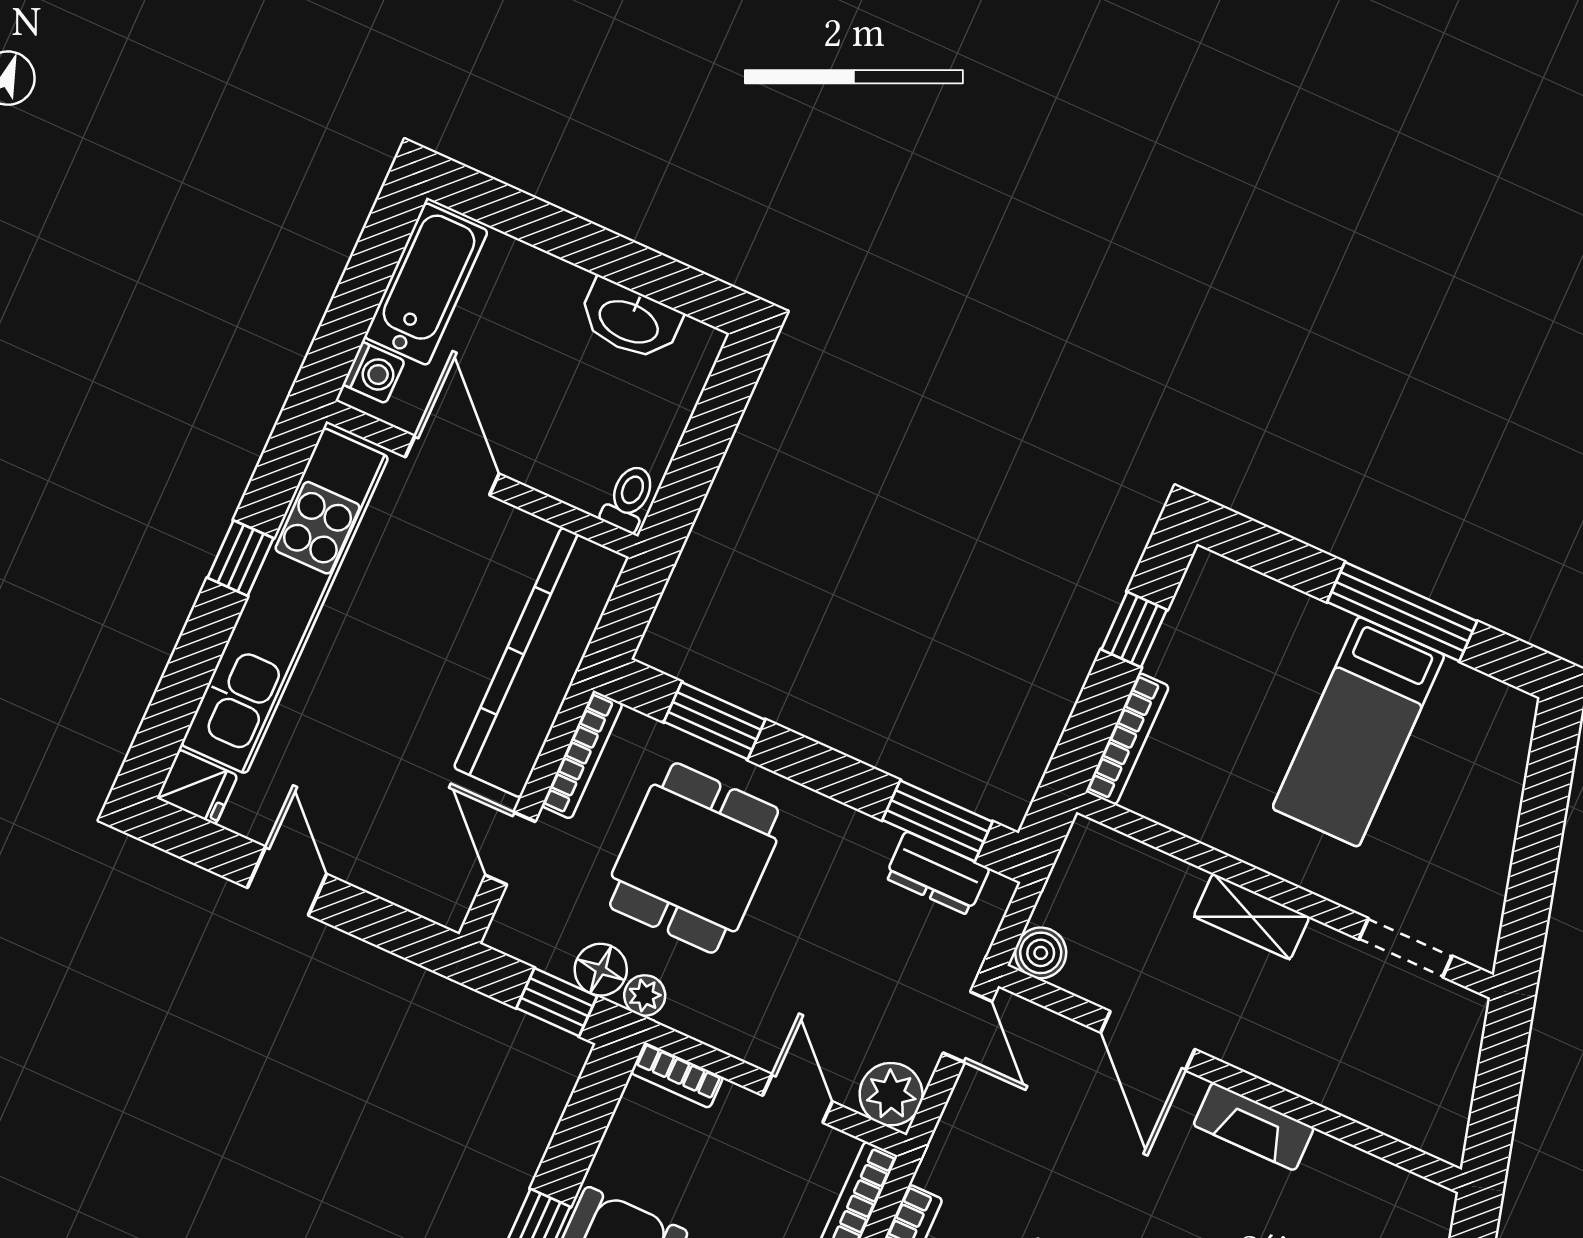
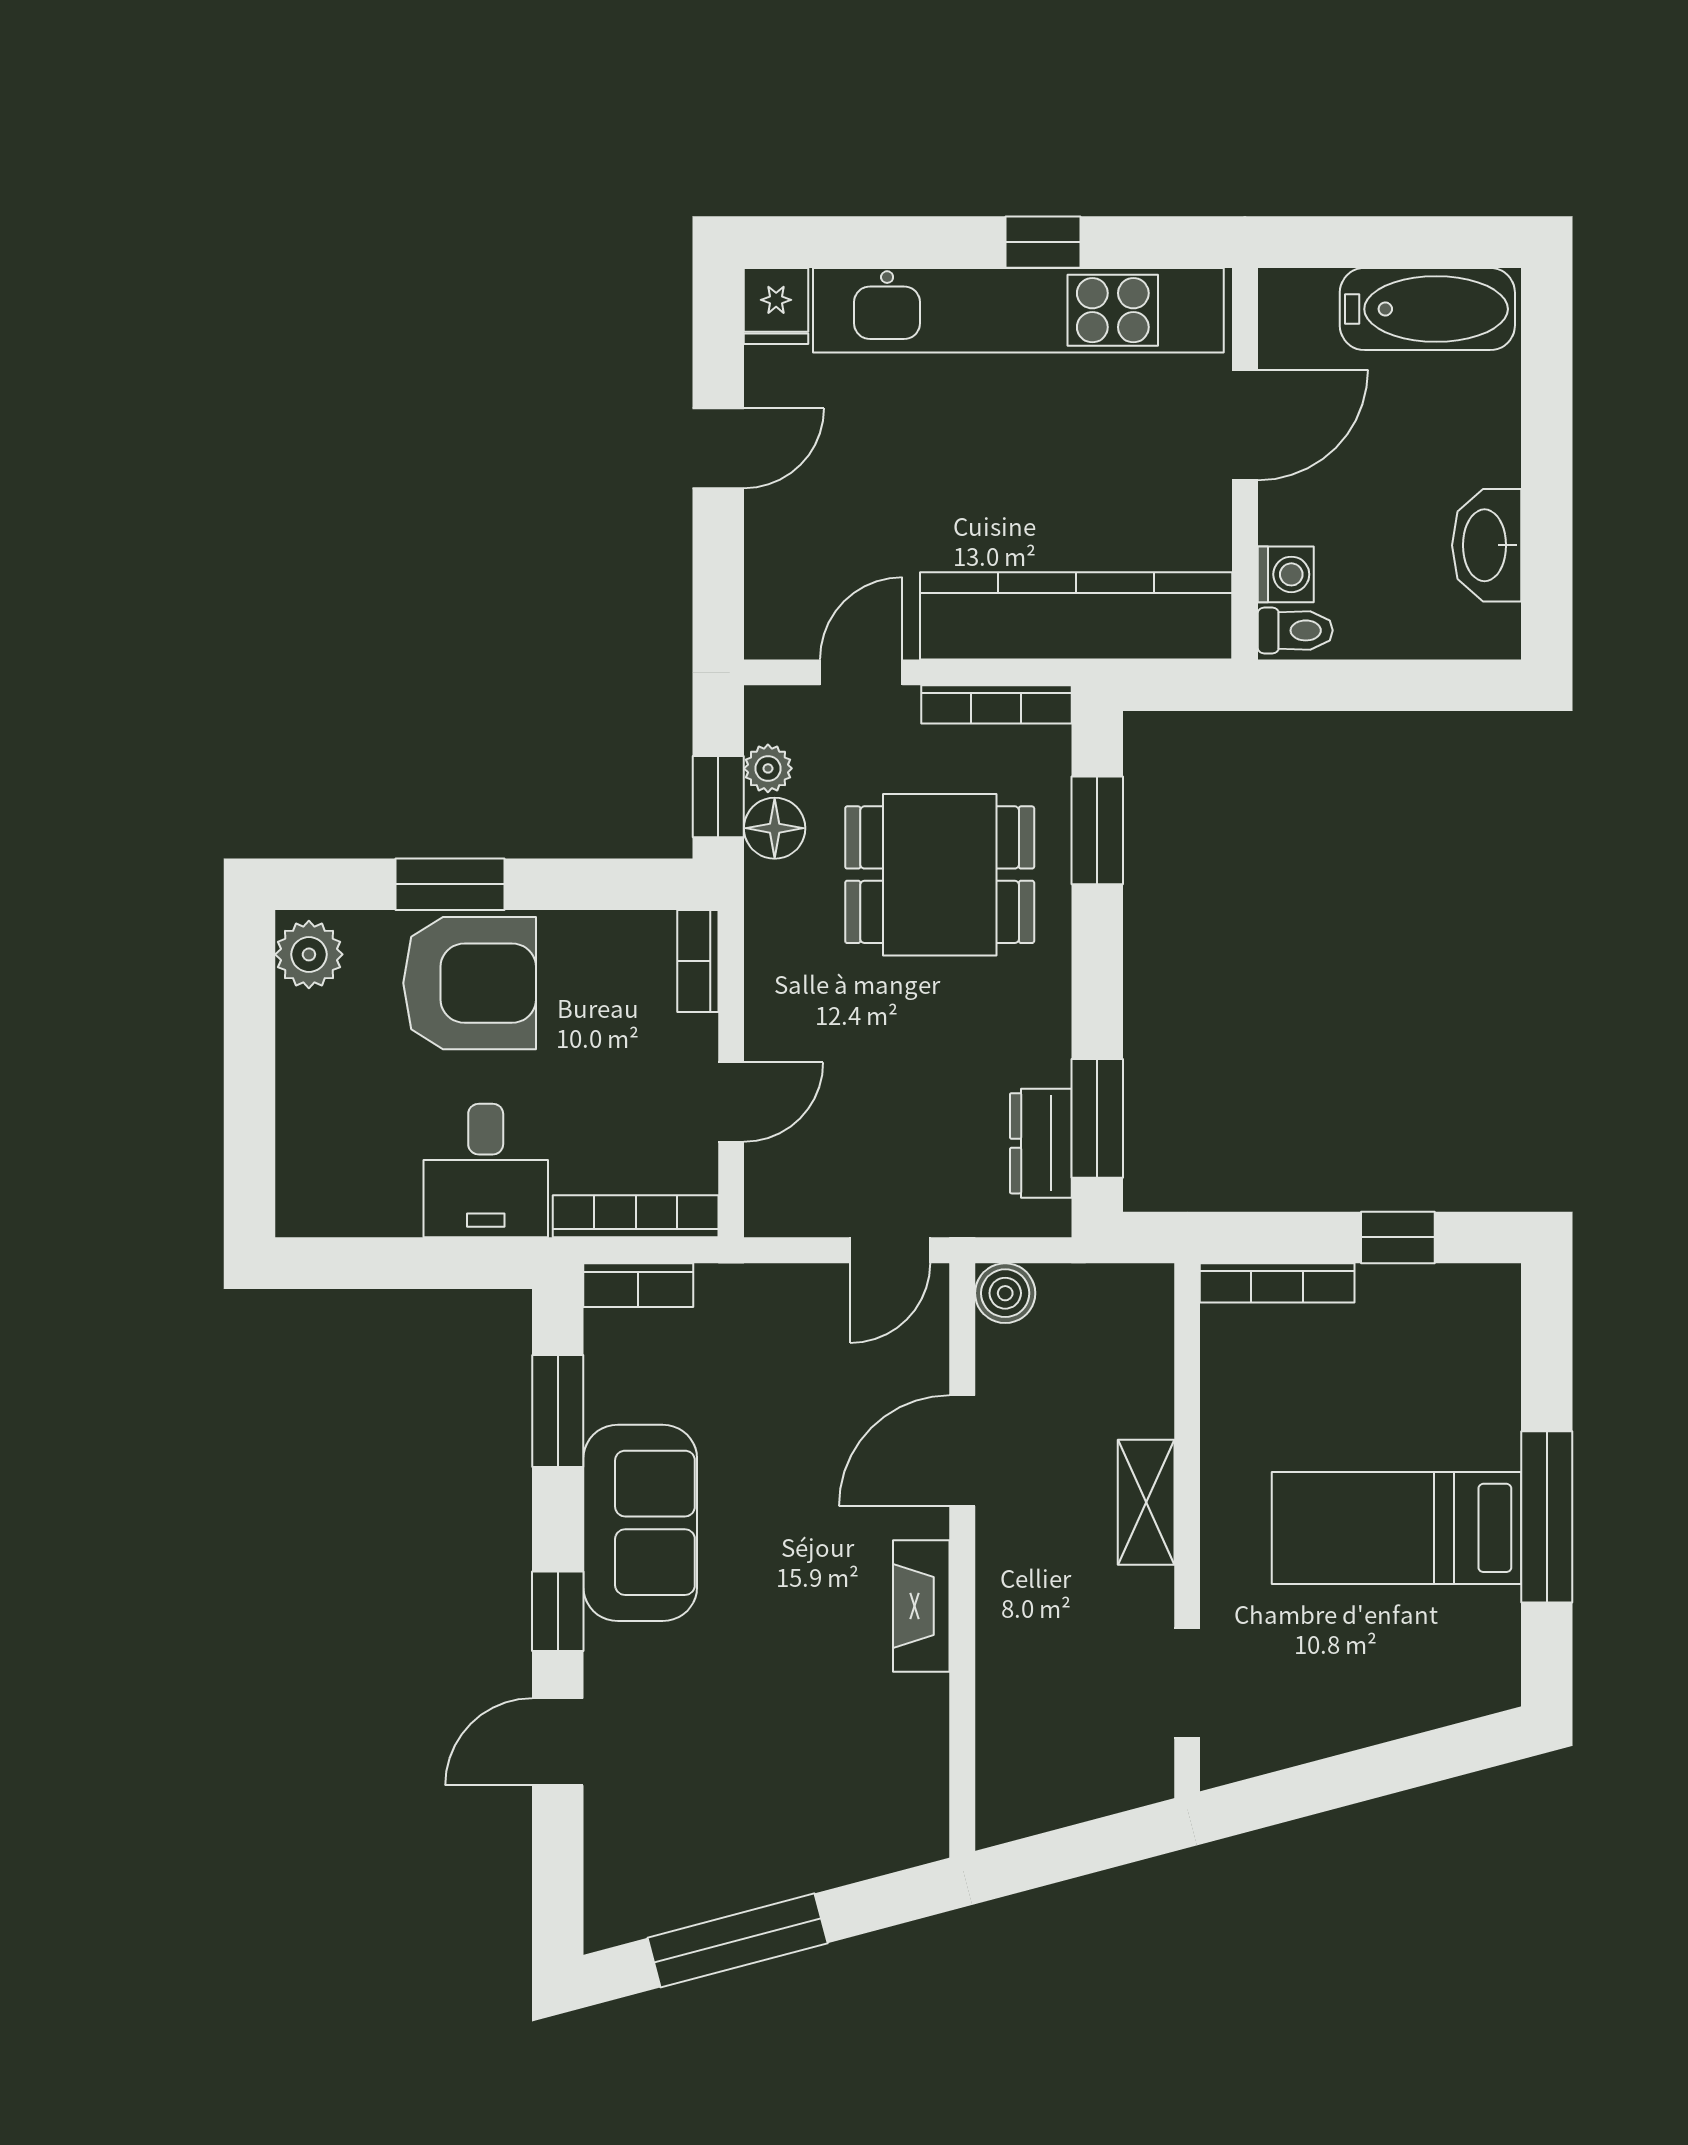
washing machine: (374, 373) -> (1286, 574), moved, turned -90
plant: (645, 995) -> (768, 768), moved
plant: (891, 1094) -> (781, 1201), removed

